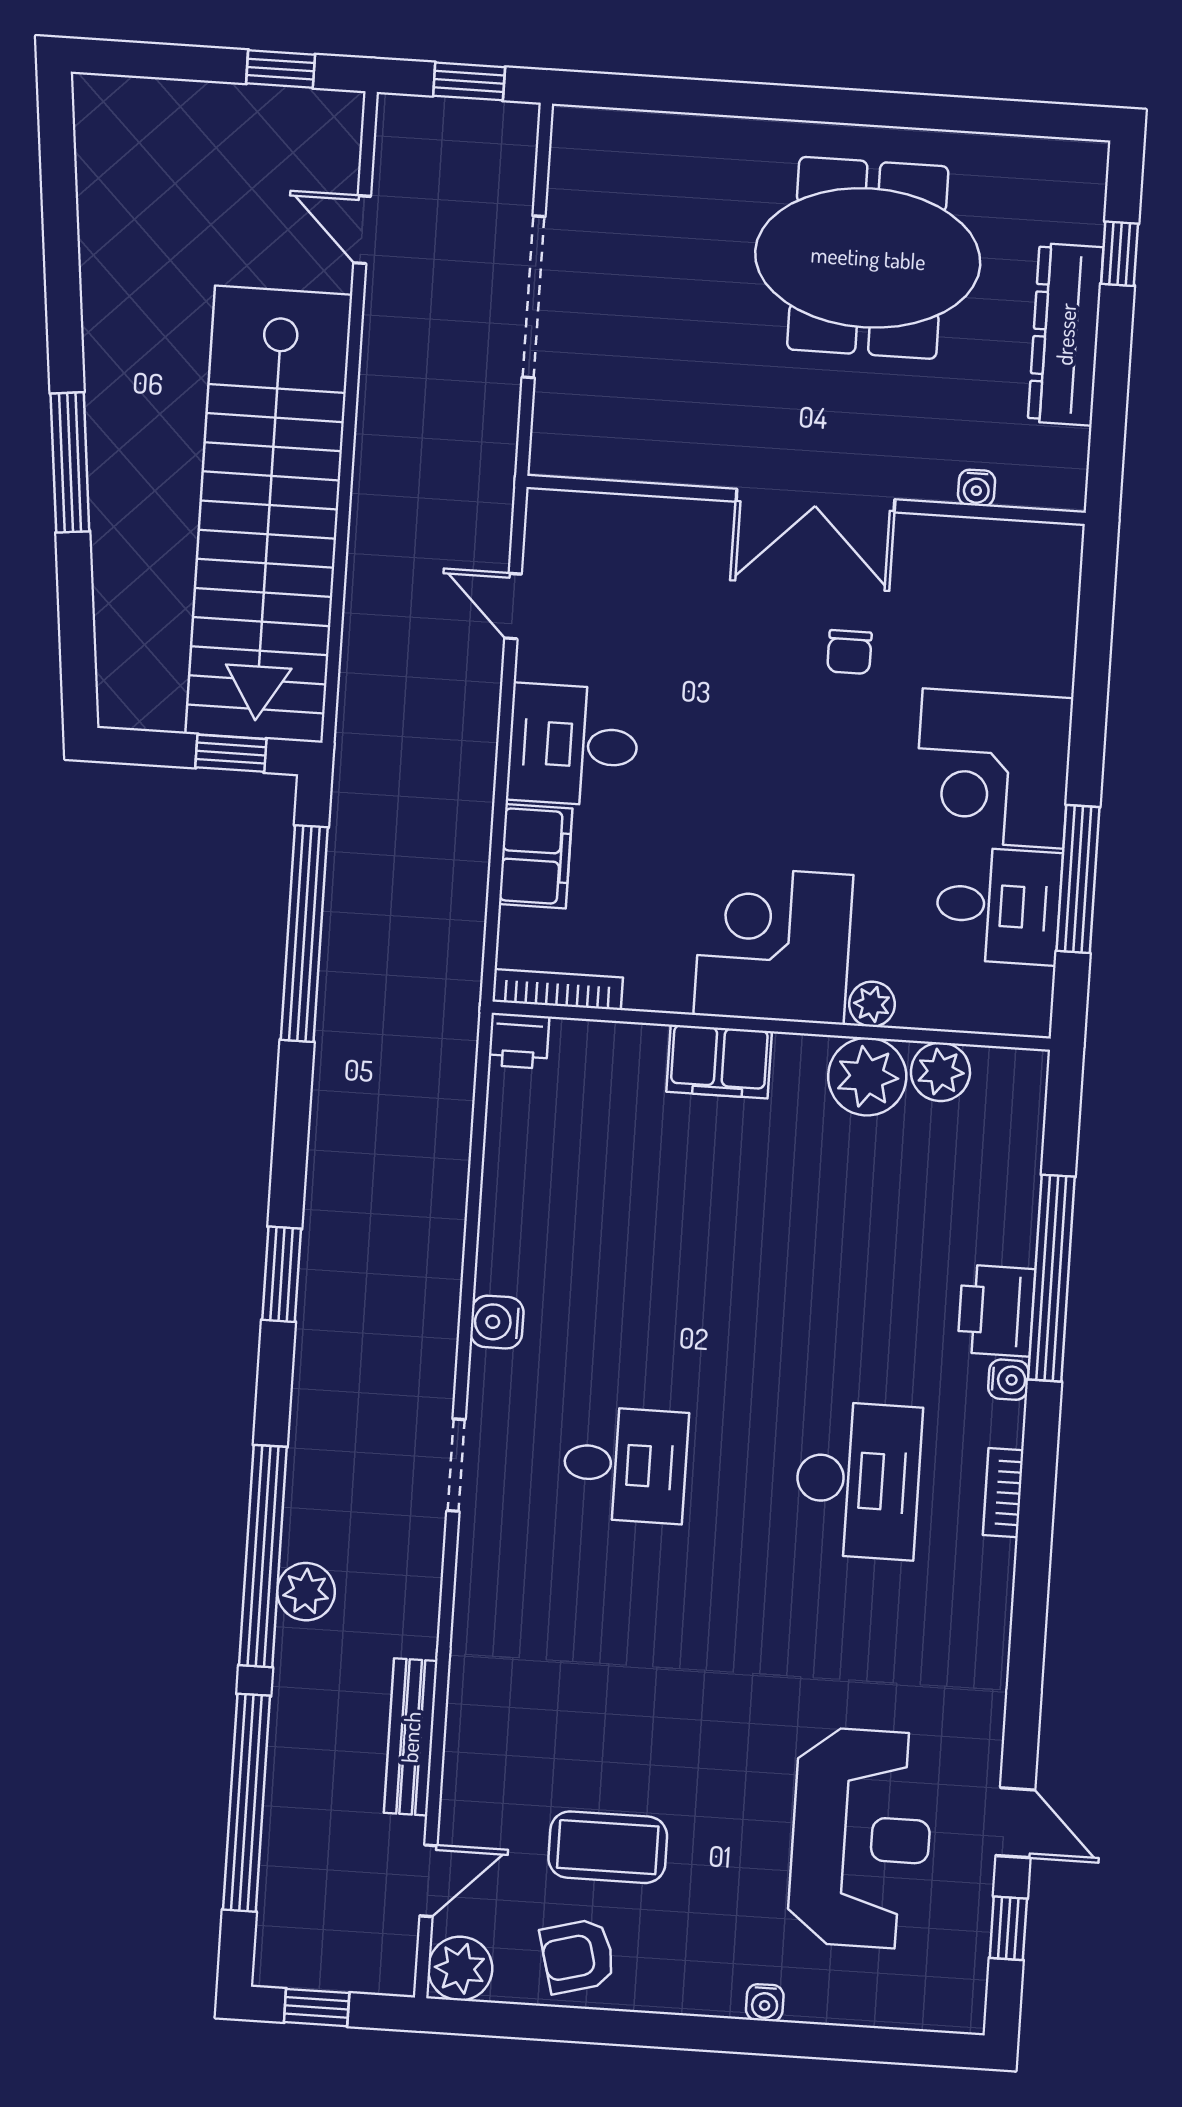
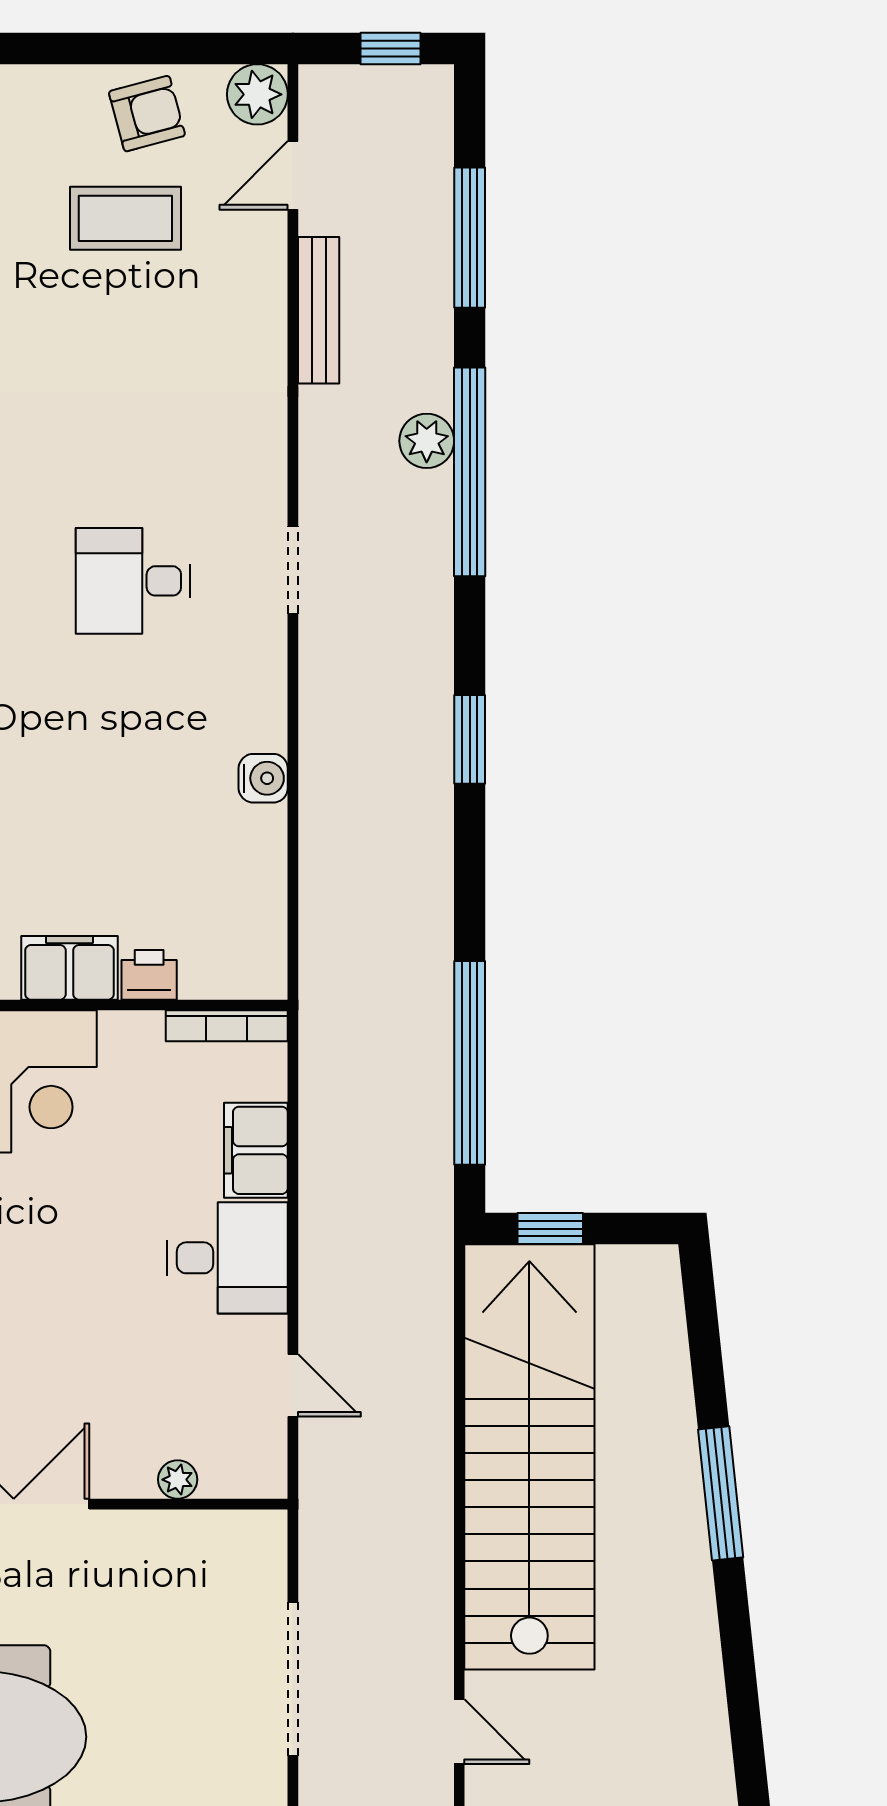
plant: (641, 515) -> (178, 1480), added
printer: (519, 1041) -> (149, 975), moved
water cooler: (497, 1322) -> (263, 778), moved
window: (247, 1803) -> (470, 238), width x0.68

